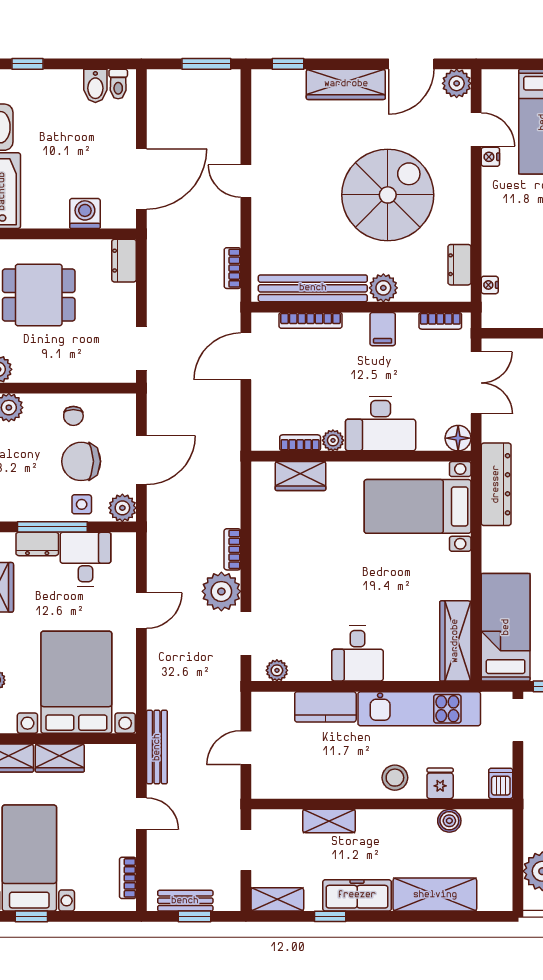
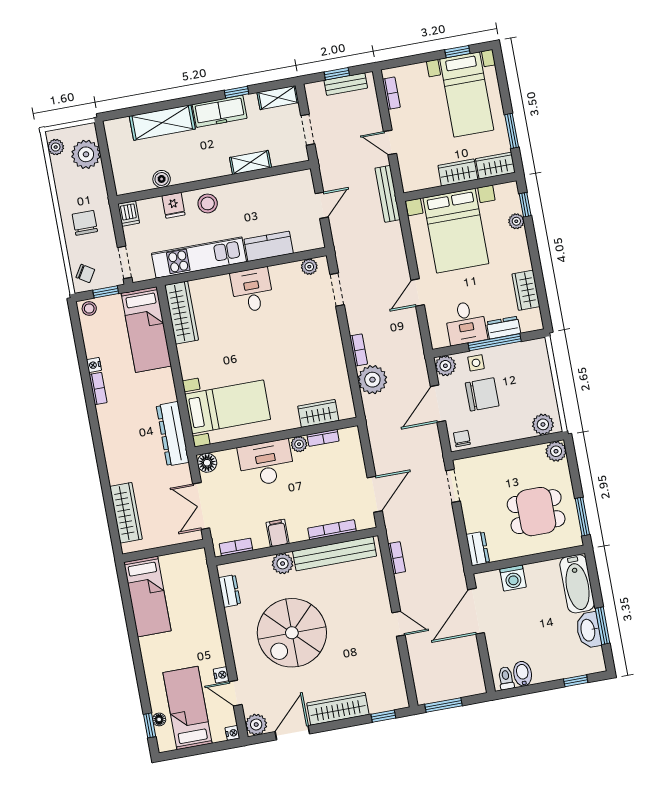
nightstand: (490, 285) -> (232, 733), moved
chair: (73, 416) -> (462, 439), moved
plant: (221, 591) -> (372, 380), moved

